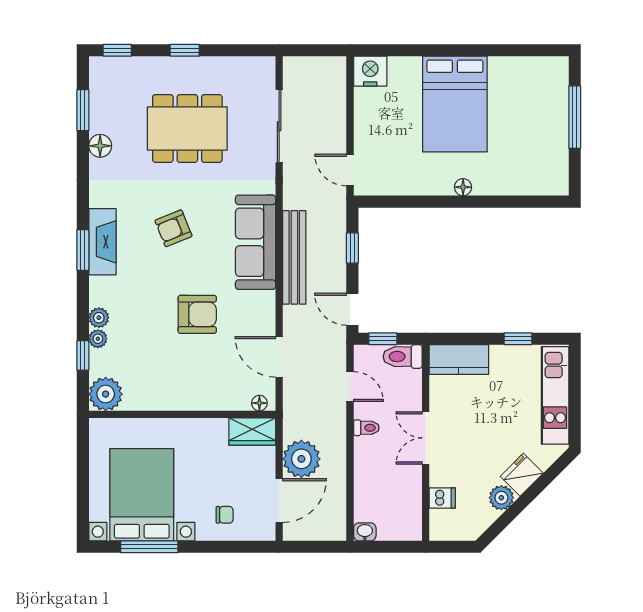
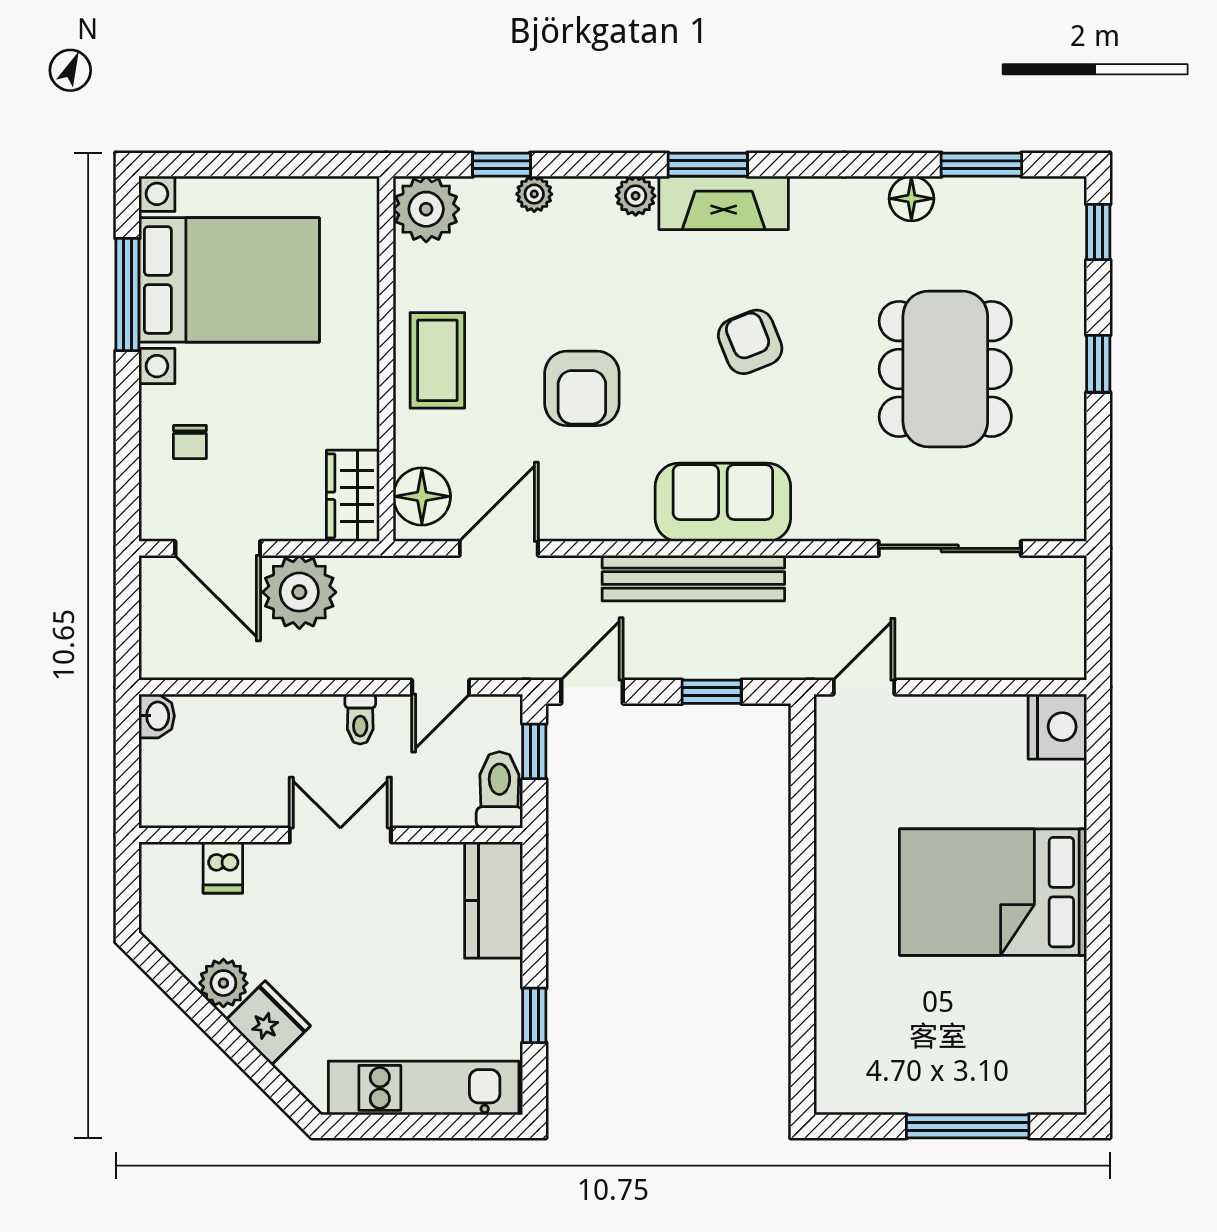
floor lamp: (463, 187) -> (831, 908), removed
sofa: (256, 242) -> (723, 502), width x0.73
plant: (99, 318) -> (636, 196), moved
coffee table: (183, 388) -> (437, 360), added
floor lamp: (259, 403) -> (422, 496), width x1.89, depth x1.89

